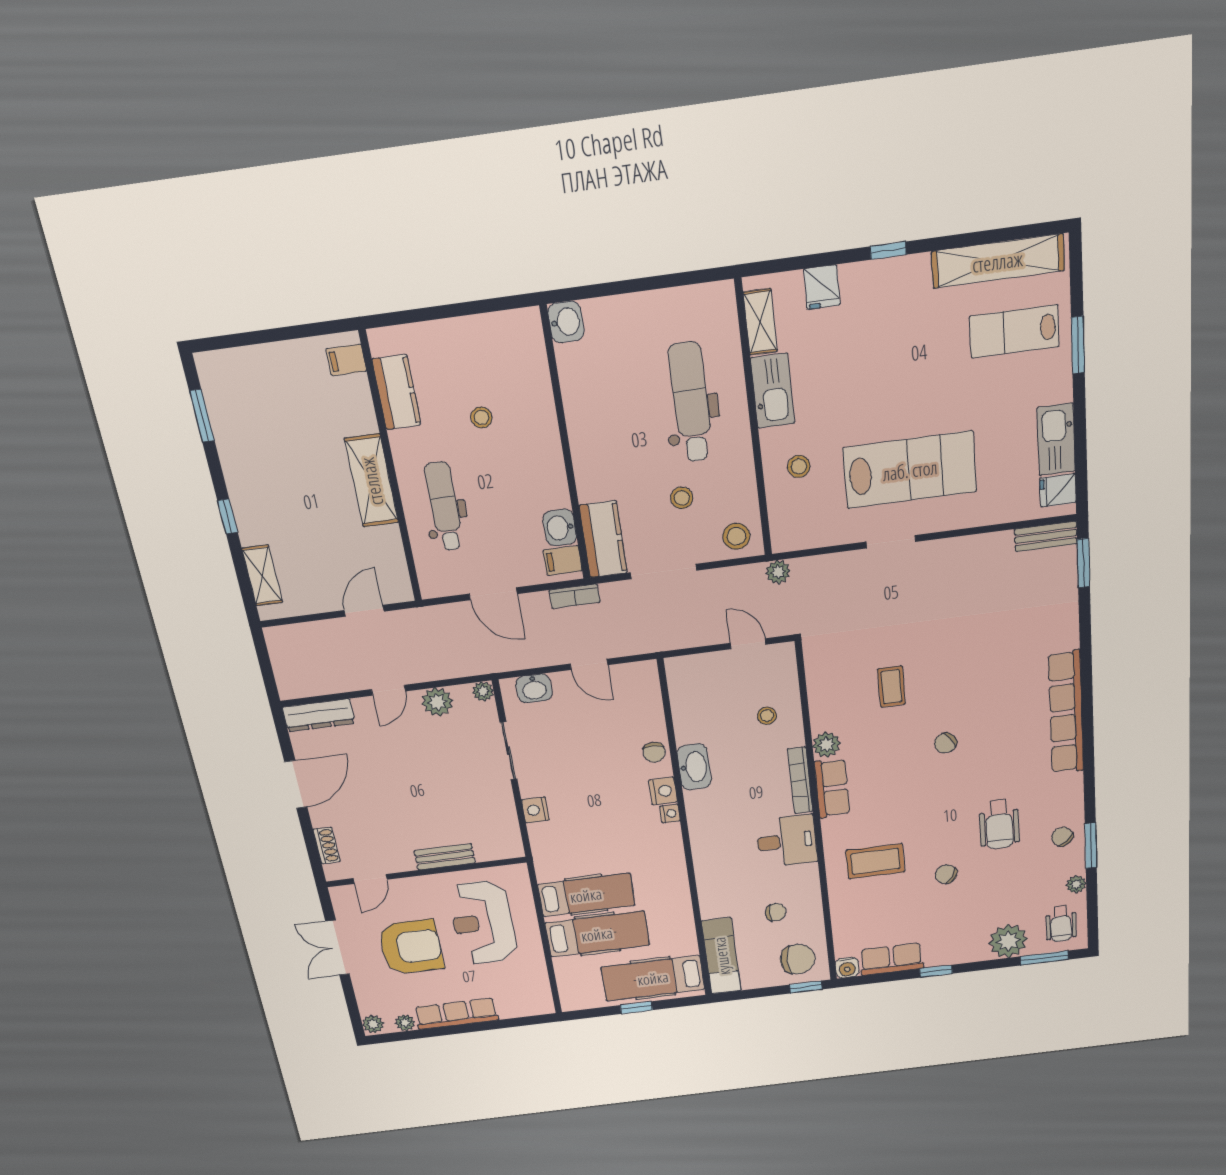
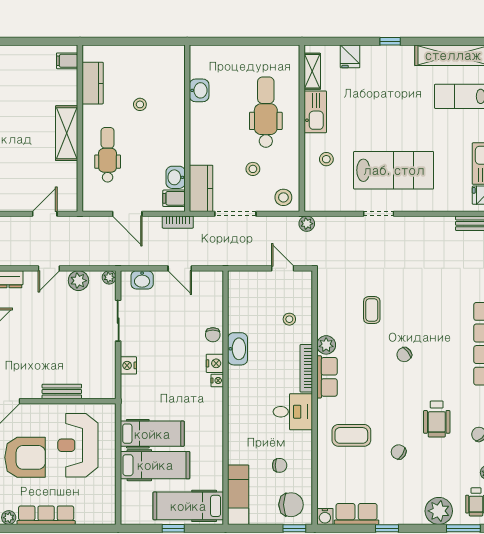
washbasin: (566, 322) -> (199, 90), moved

